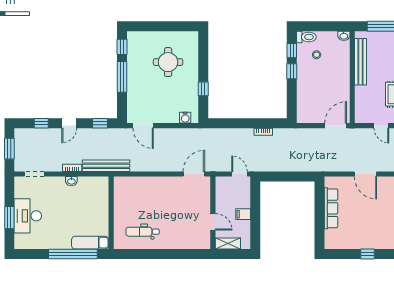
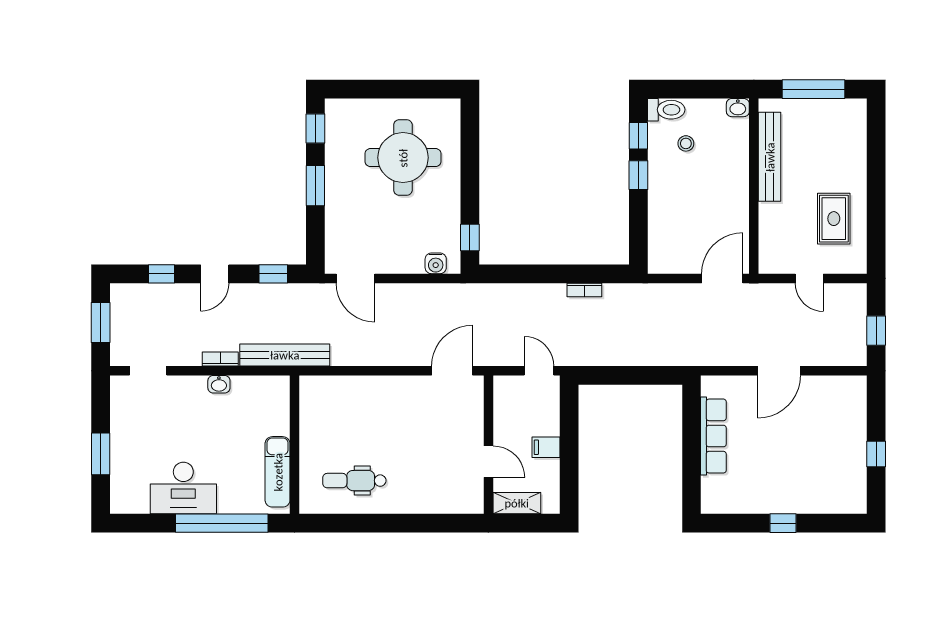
round table: (168, 62) -> (403, 158), width x1.36, depth x1.36
window: (122, 77) -> (315, 186), width x0.69
window: (203, 89) -> (470, 237), moved
door: (365, 174) -> (779, 371), hinge flipped
desk: (28, 216) -> (183, 488), moved, turned -90
exam couch: (90, 243) -> (278, 472), moved, turned -90

